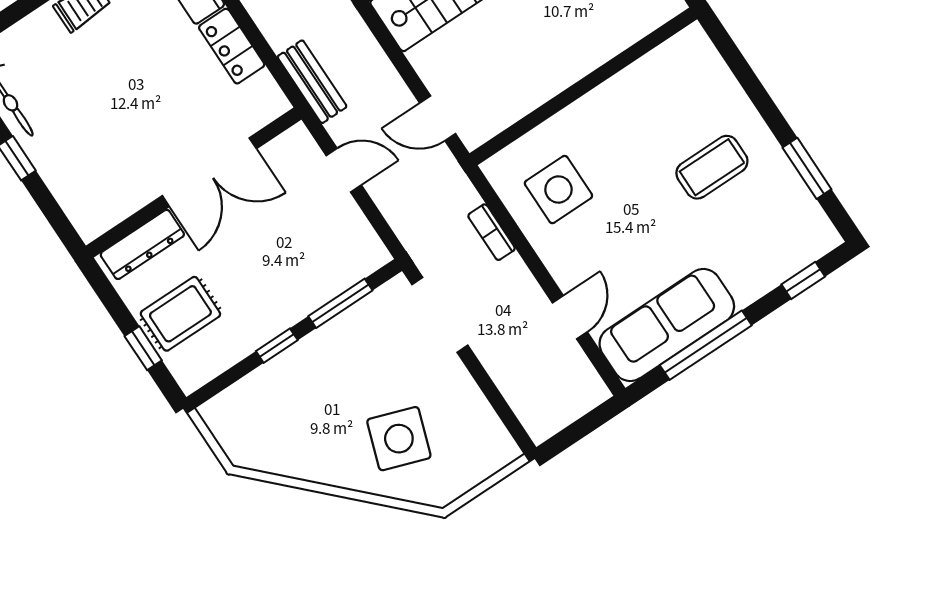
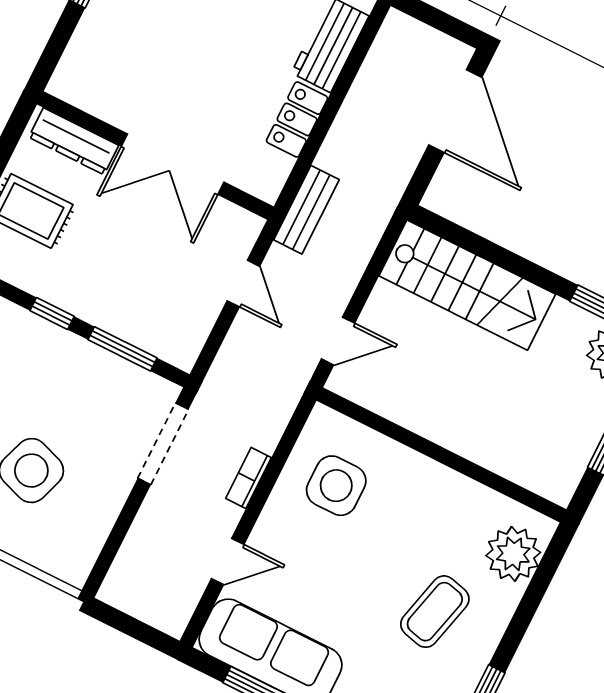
plant: (701, 73) -> (513, 554), added
door: (438, 118) -> (338, 341), swing flipped
coffee table: (712, 167) -> (435, 612), turned -76
bookcase: (492, 232) -> (248, 478), moved

